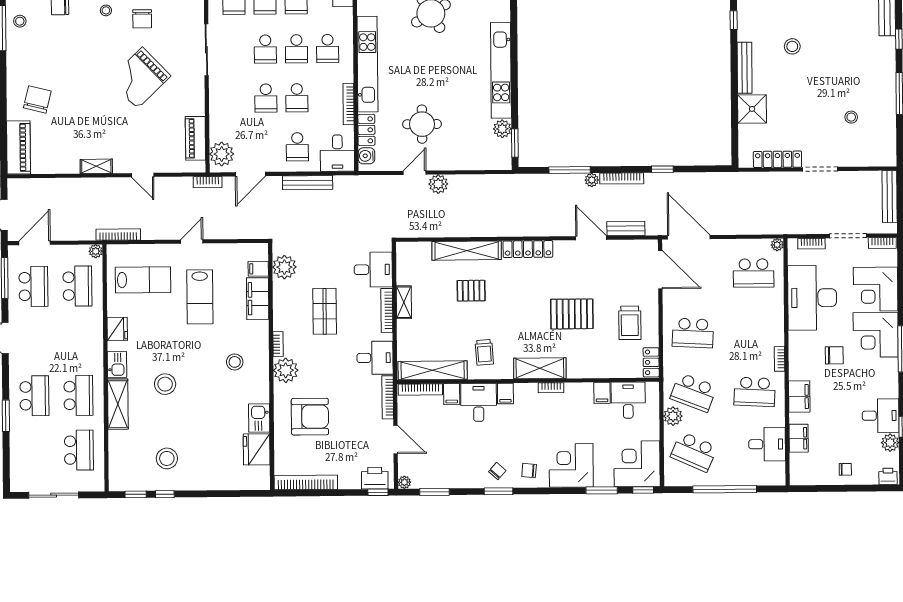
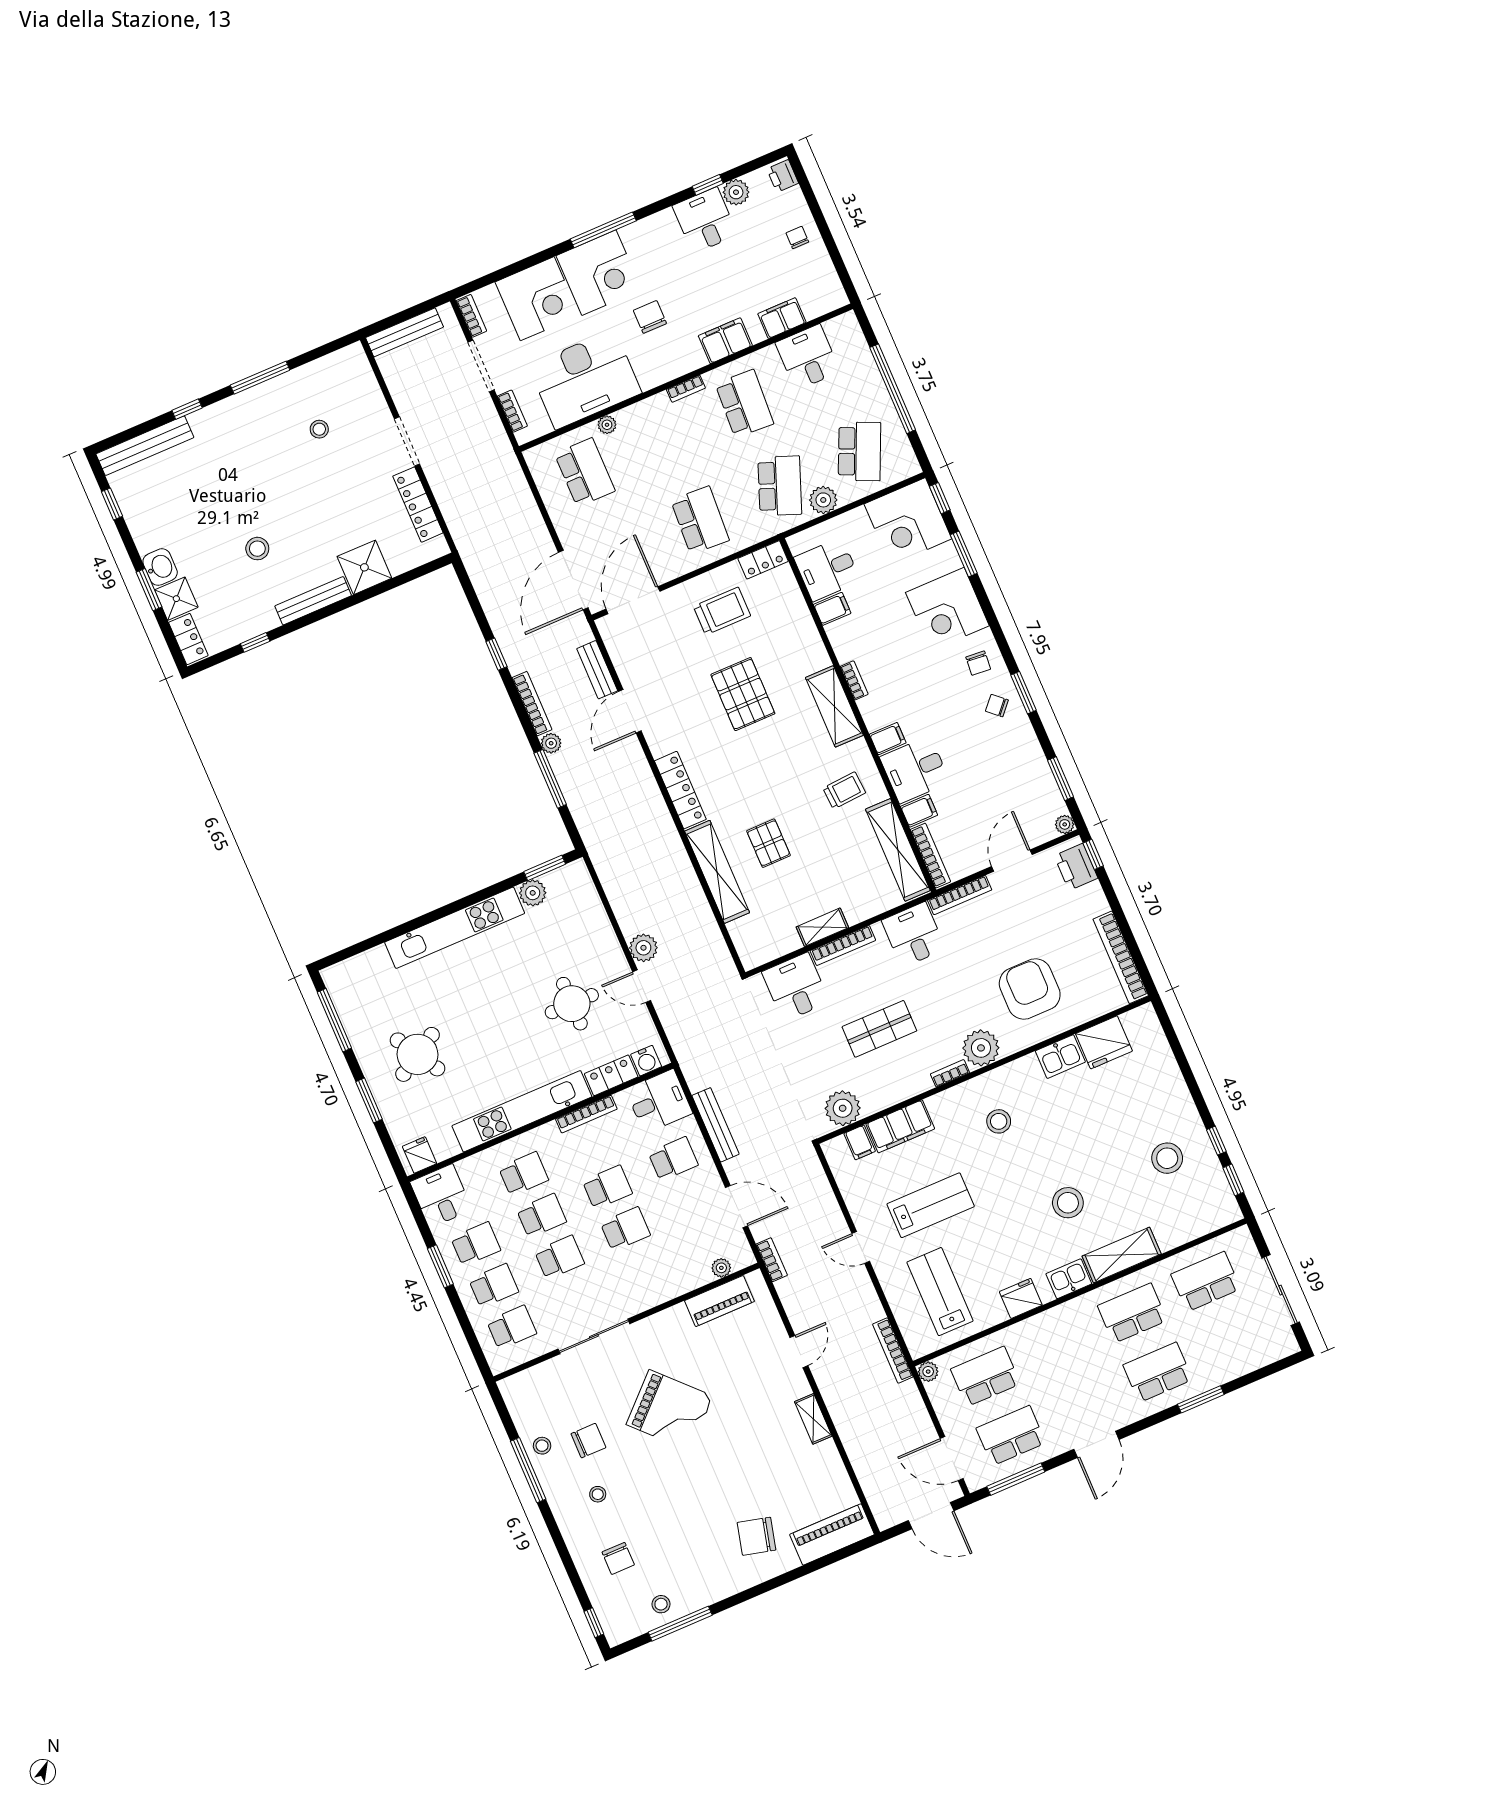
plant: (222, 154) -> (721, 1268), width x0.53, depth x0.53
plant: (777, 245) -> (607, 425), moved

